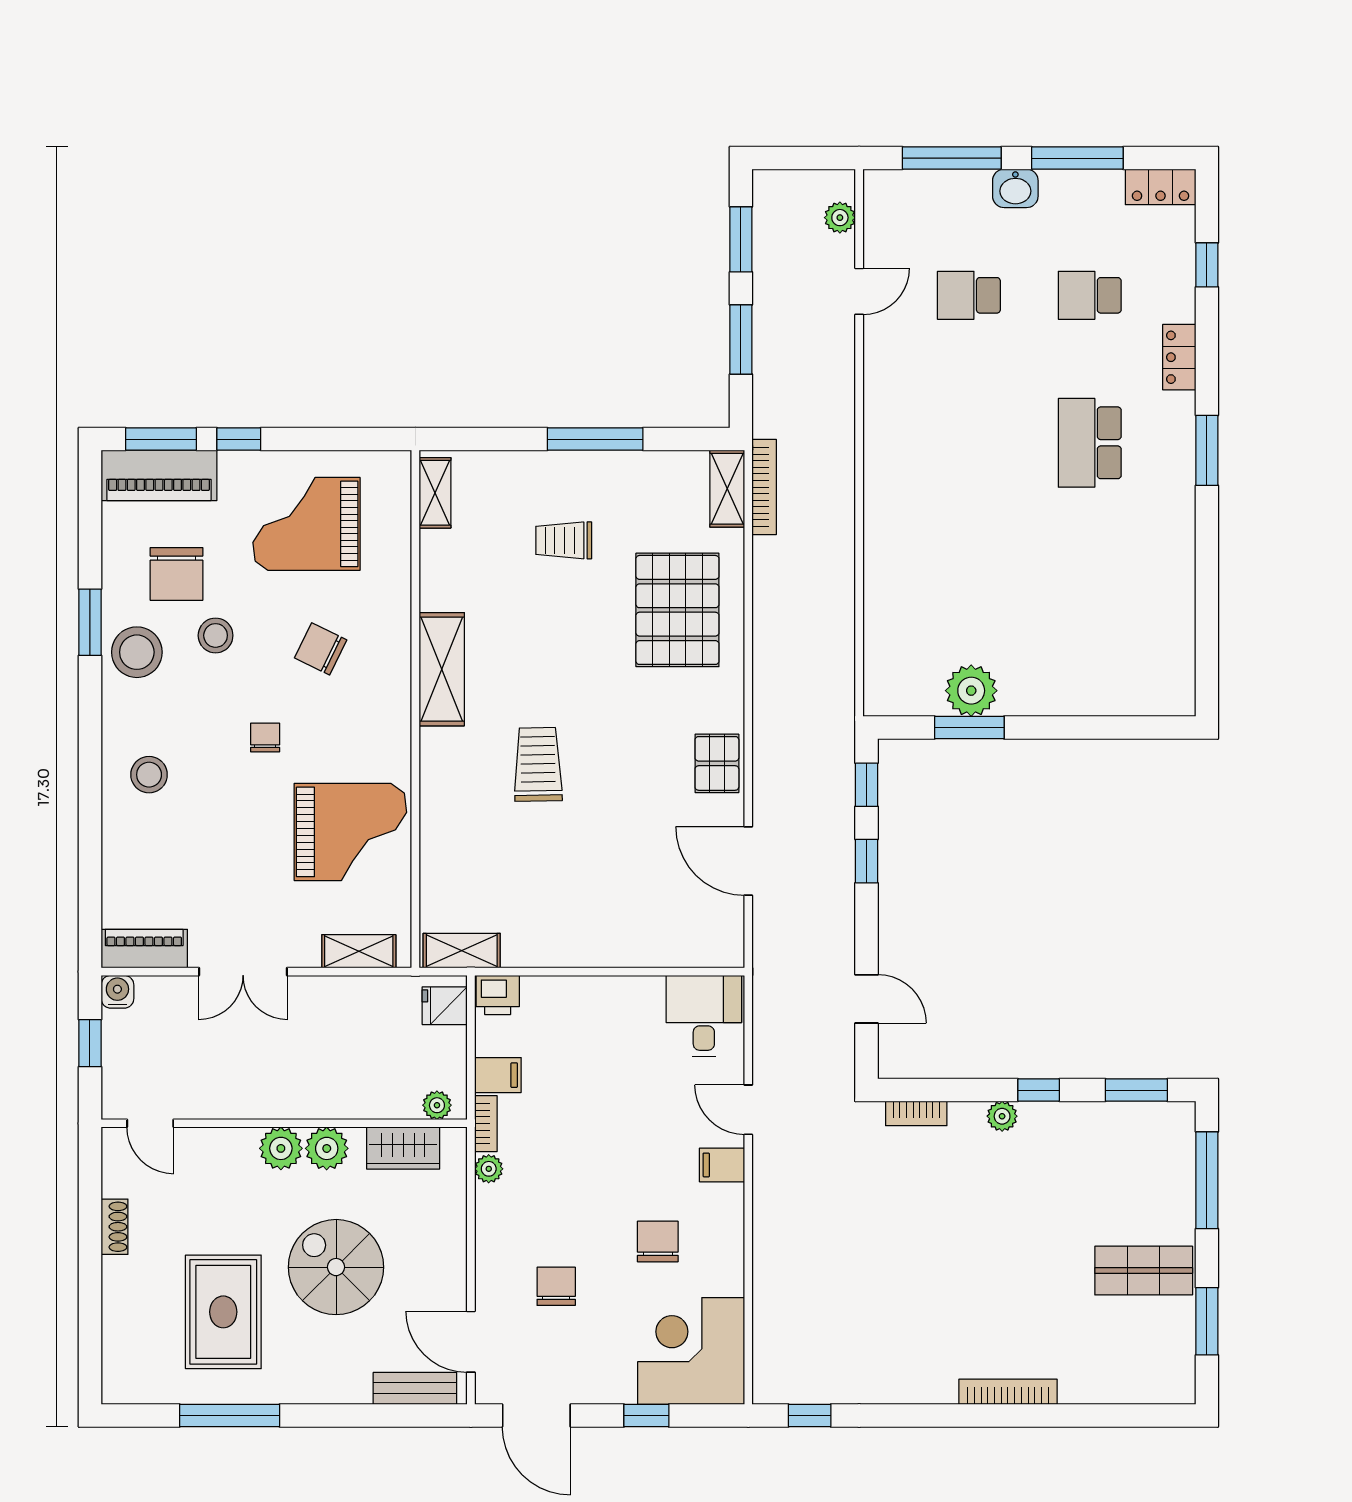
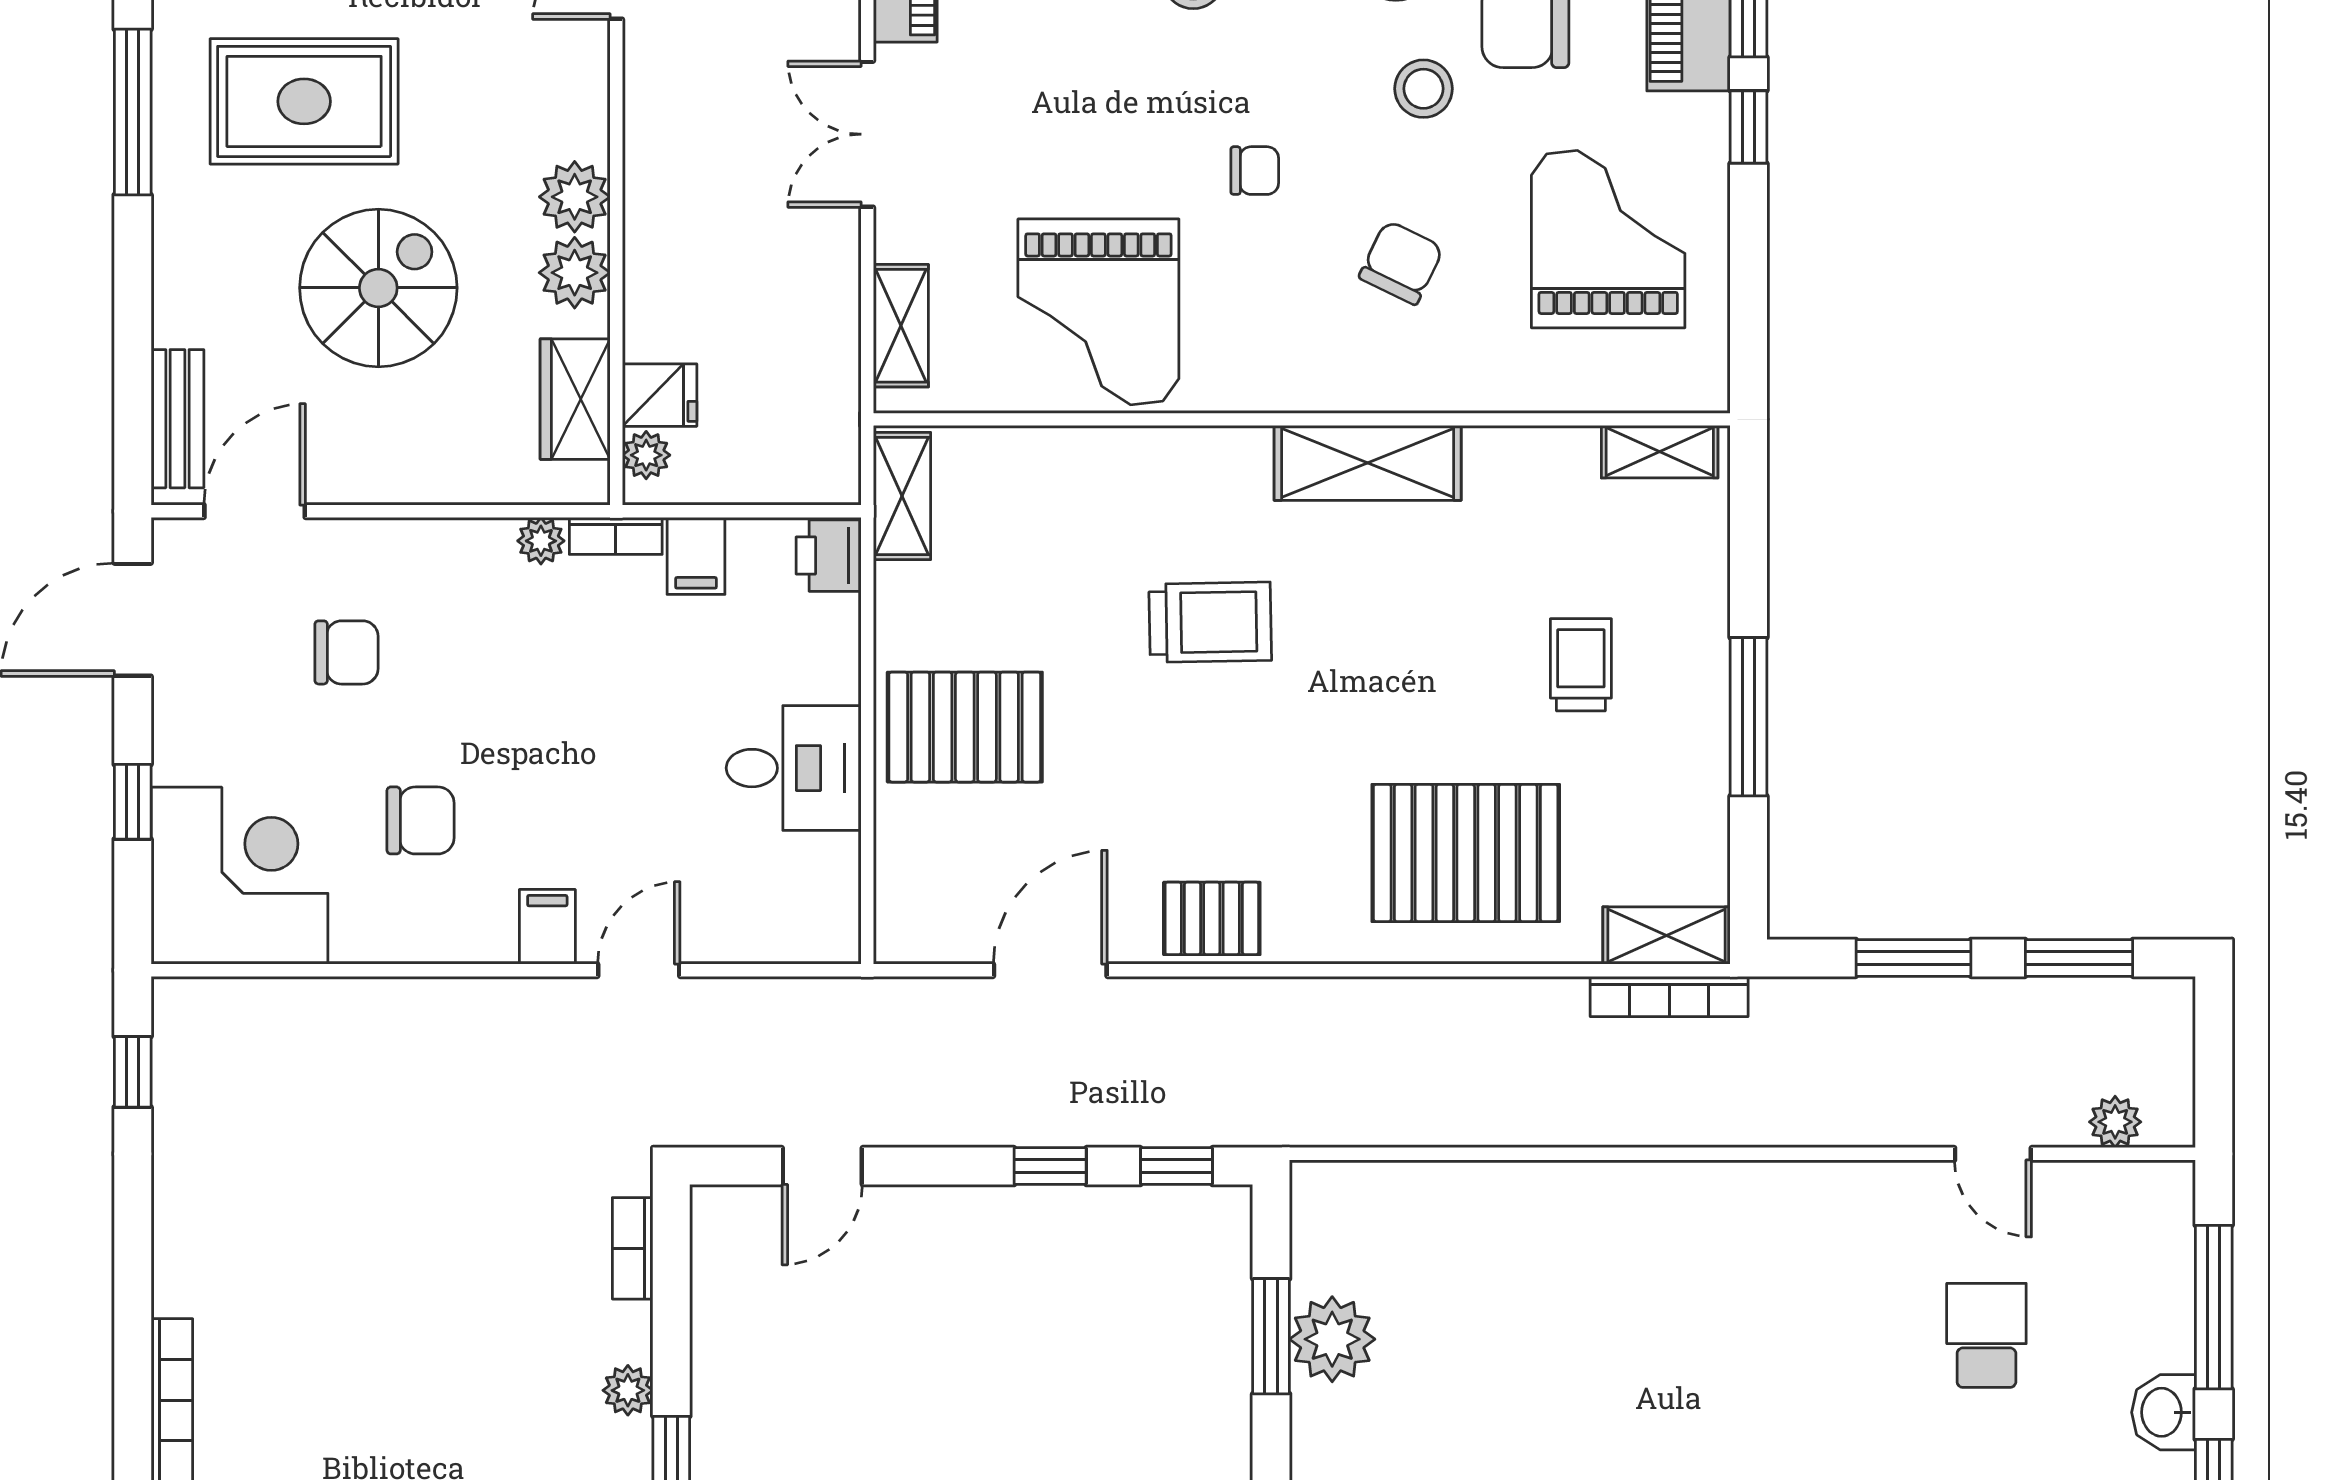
pallet: (601, 913) -> (965, 727), added
fridge: (445, 1006) -> (660, 395), moved, turned 90
desk: (704, 1016) -> (794, 768), moved

